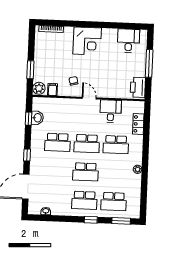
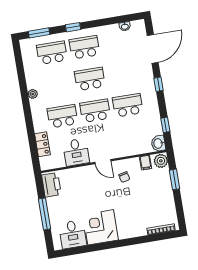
corner desk: (87, 41) -> (101, 227), moved
washbasin: (37, 118) -> (158, 143), moved

